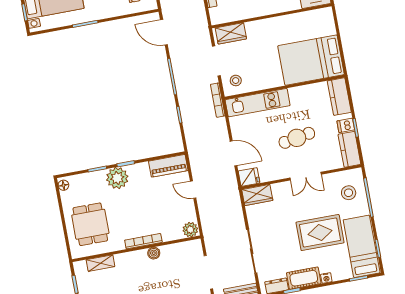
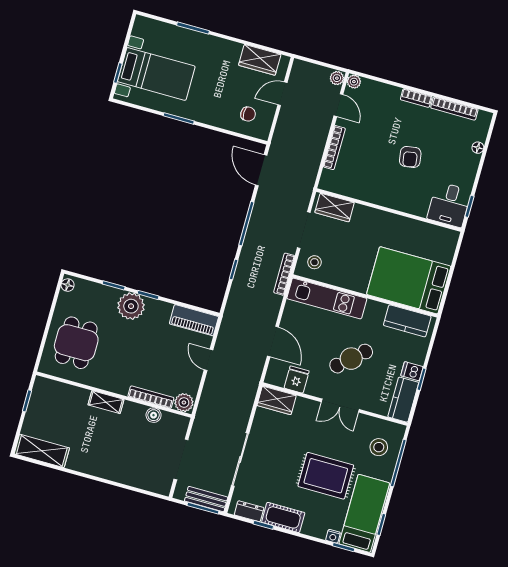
kitchen counter: (339, 97) -> (407, 321), moved, turned -90
cafe table: (297, 138) -> (351, 359), turned -32
fridge: (249, 177) -> (297, 380), moved, turned -90
bookcase: (143, 241) -> (151, 397), moved
boiler: (154, 253) -> (154, 415), moved
shelving: (100, 263) -> (106, 402), moved
nightstand: (326, 278) -> (333, 536), moved

